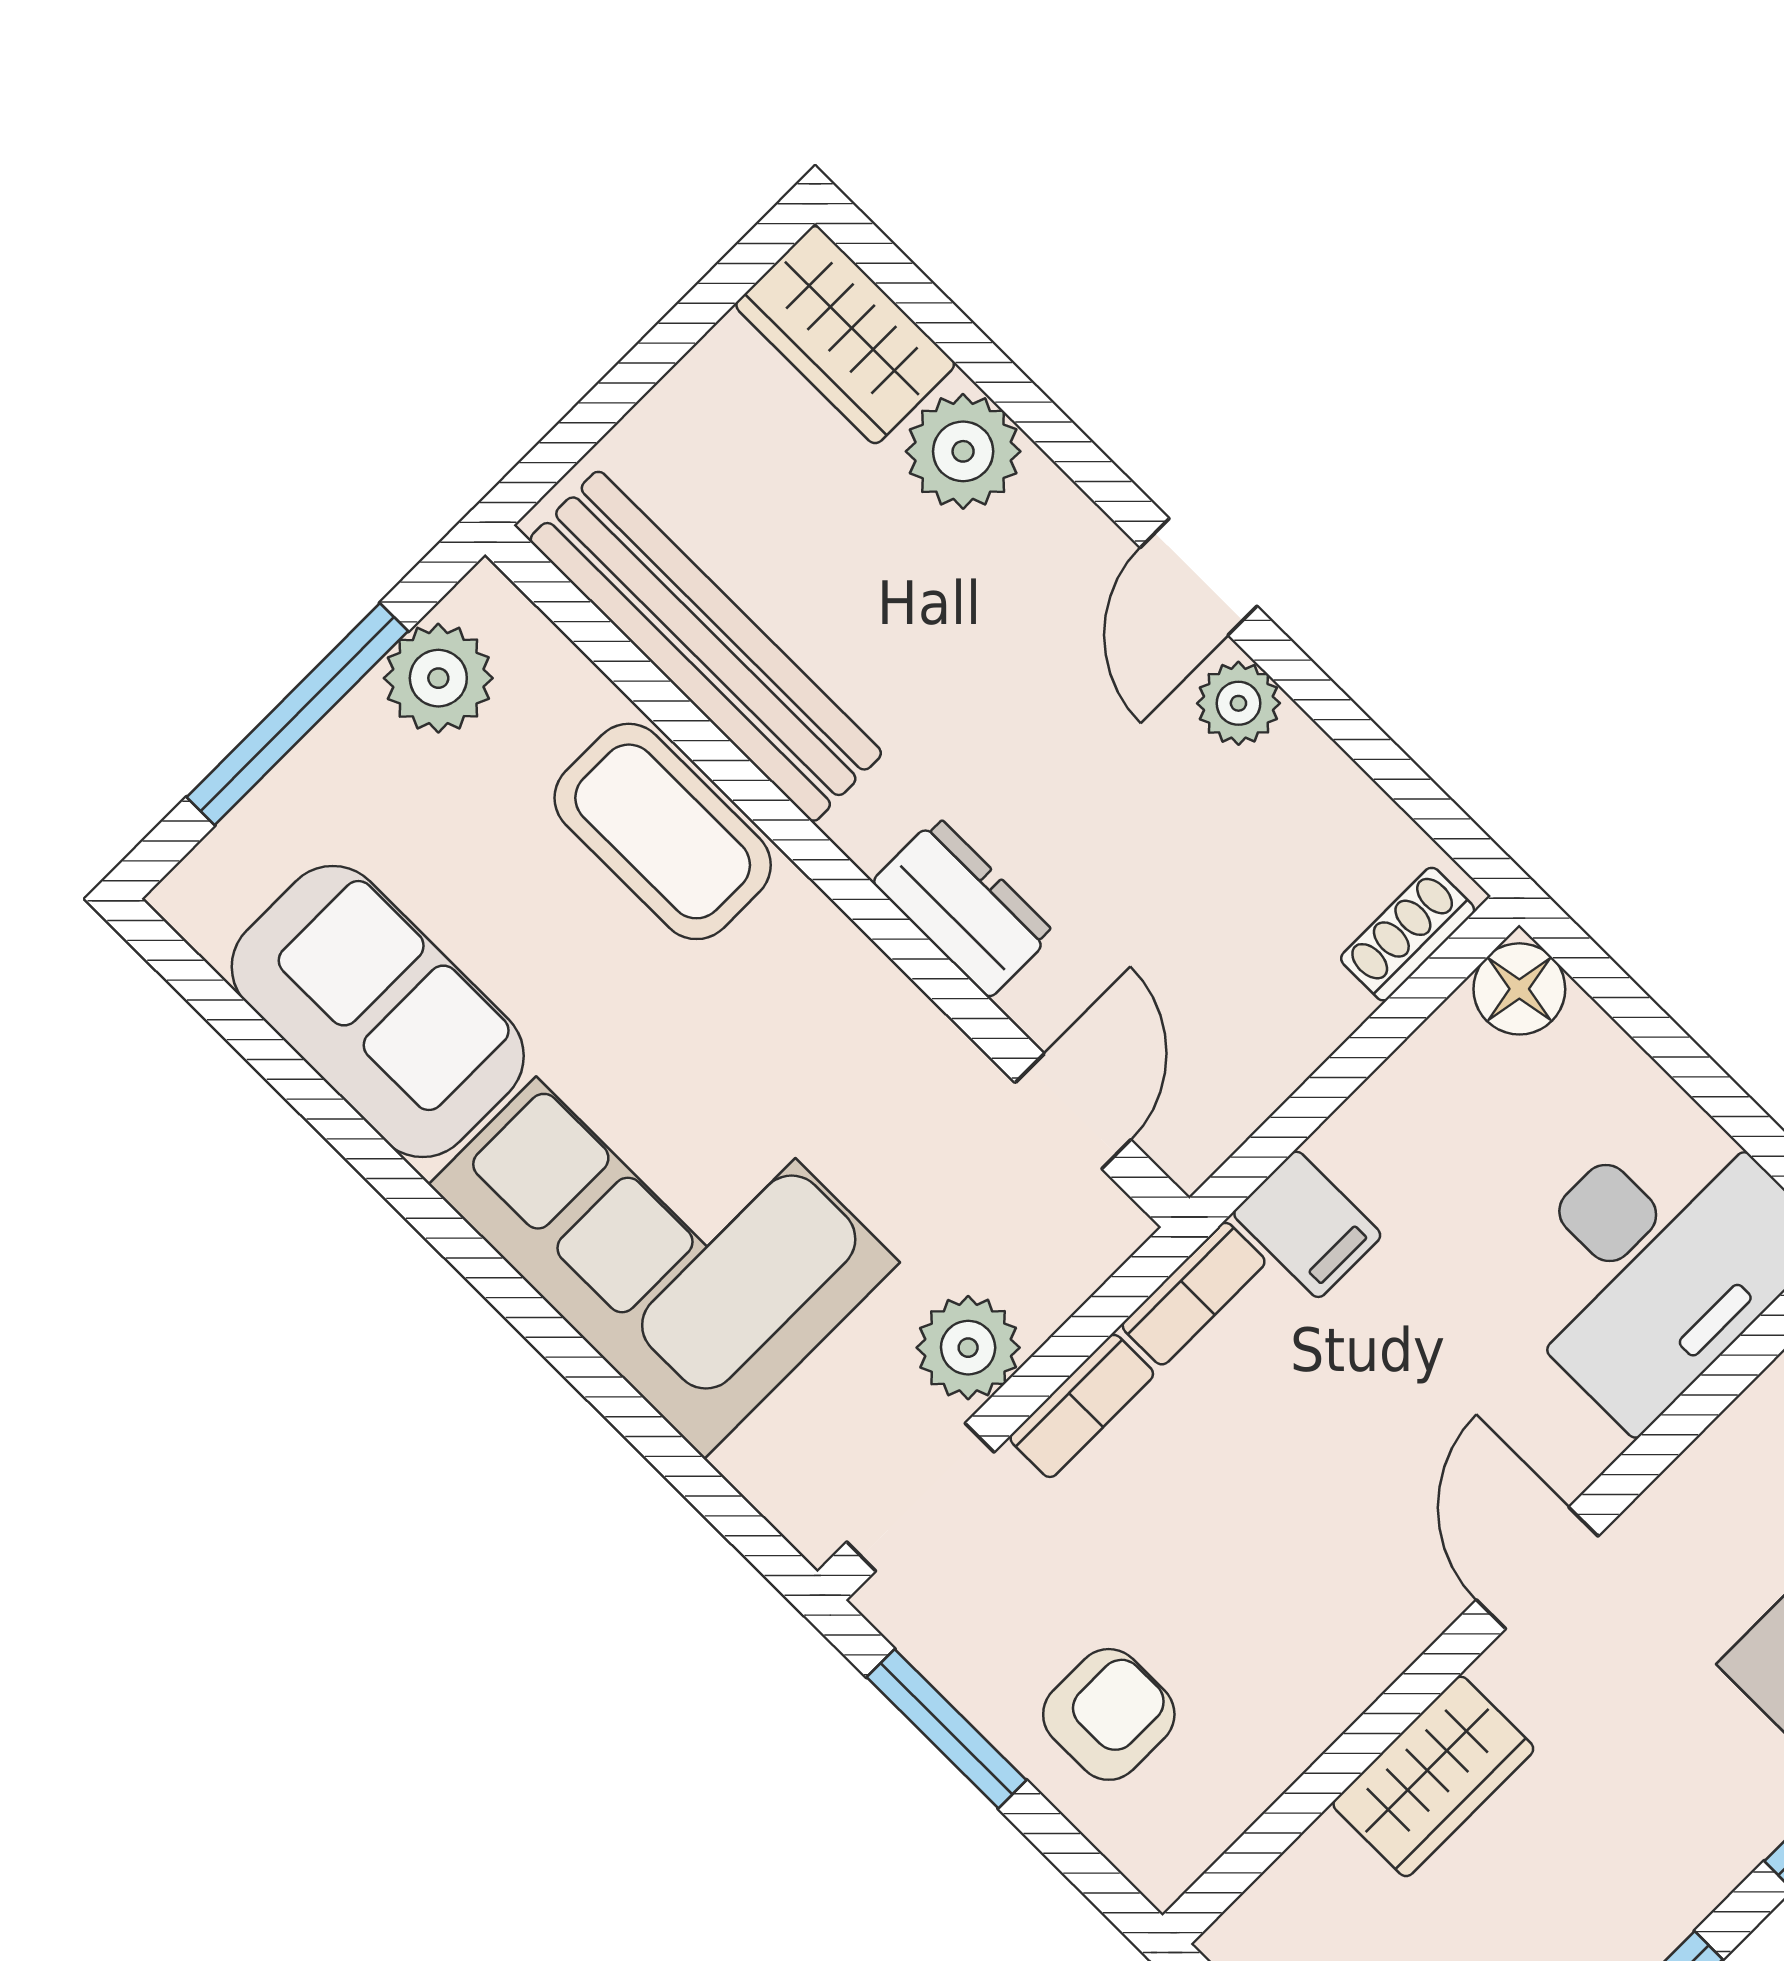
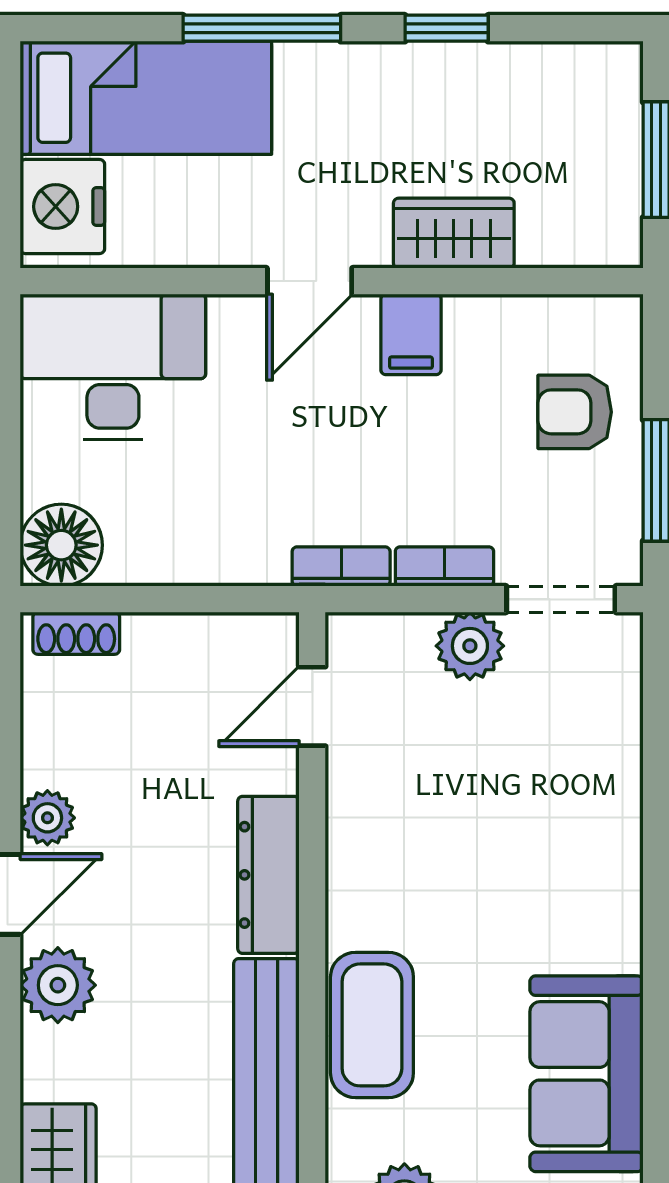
plant: (963, 451) -> (58, 985), moved
dresser: (963, 907) -> (268, 875), width x1.44
floor lamp: (1519, 989) -> (61, 545), width x1.38, depth x1.38
corner sofa: (664, 1223) -> (552, 844), removed
filing cabinet: (1307, 1224) -> (411, 334), moved, turned 180

